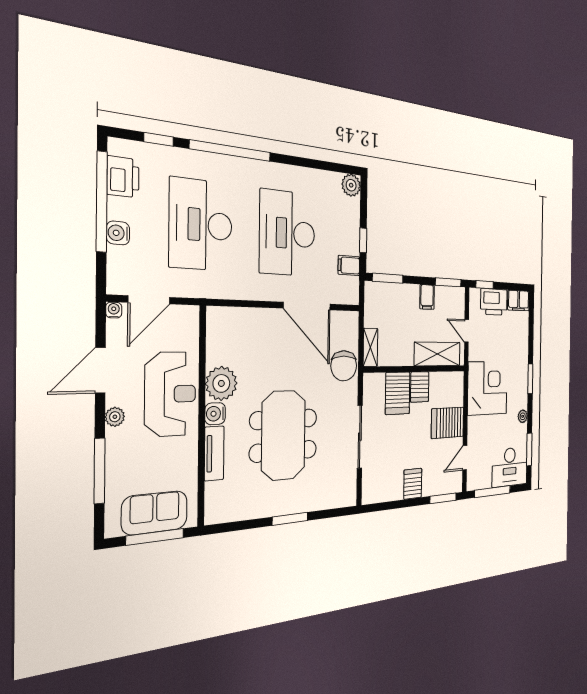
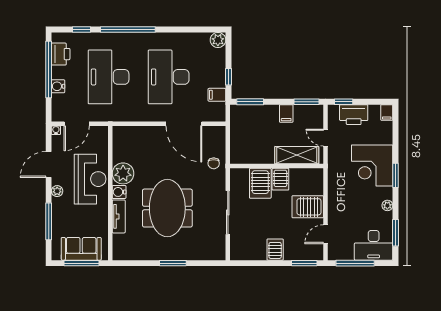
filing cabinet: (519, 301) -> (387, 112), width x0.50
shelving: (370, 347) -> (236, 151), removed
chair: (344, 366) -> (214, 163), width x0.54, depth x0.54
corner desk: (488, 388) -> (372, 165), moved, turned 180

